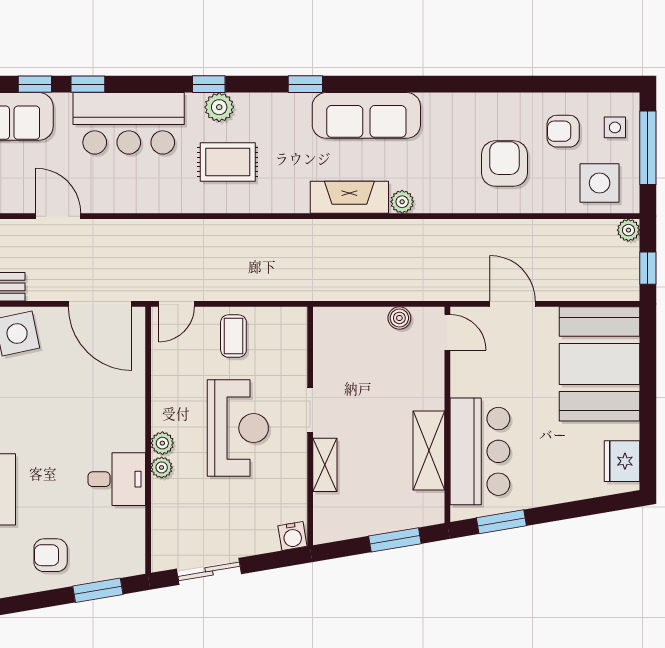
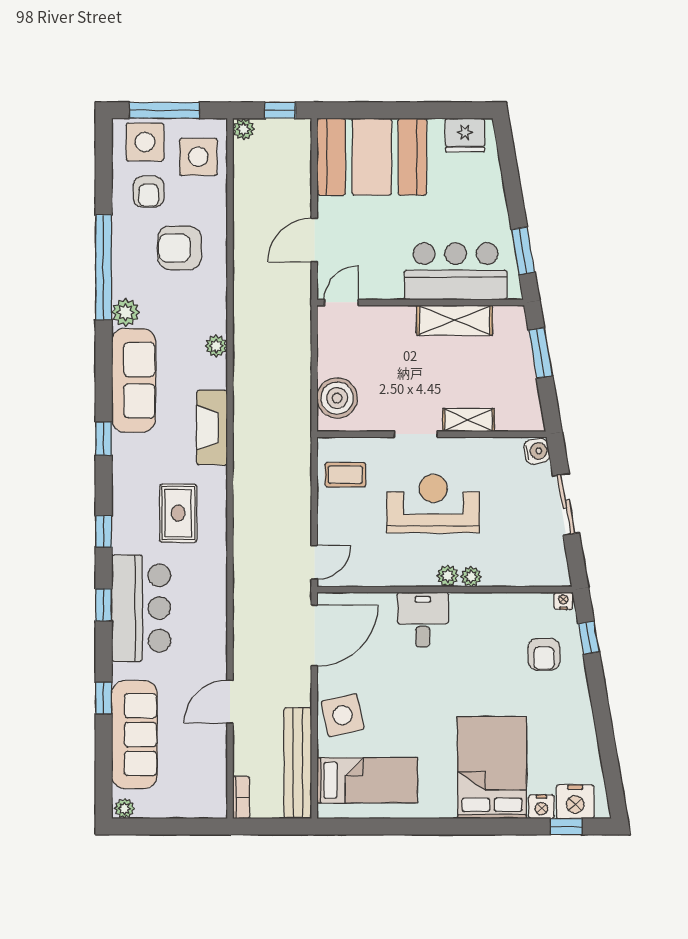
window: (88, 84) -> (104, 605), moved
window: (484, 84) -> (104, 267), added
plant: (219, 107) -> (126, 312), moved
side table: (615, 127) -> (145, 142), width x1.87, depth x1.87
fireplace: (349, 197) -> (212, 428), moved
door: (58, 216) -> (230, 702), moved
door: (177, 304) -> (314, 562), hinge flipped
boiler: (399, 318) -> (337, 398), moved, width x1.86, depth x1.86
coffee table: (233, 336) -> (345, 475), moved
desk: (117, 479) -> (423, 620), moved
armchair: (51, 555) -> (544, 654), moved
nightstand: (136, 564) -> (563, 601), added
sliding door: (209, 571) -> (566, 504), moved
window: (98, 590) -> (589, 638), width x0.67

